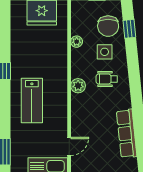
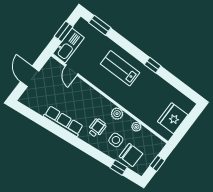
chair: (108, 26) -> (131, 155), turned 180
plant: (78, 86) -> (117, 114), moved
row of seats: (127, 133) -> (63, 121), moved

